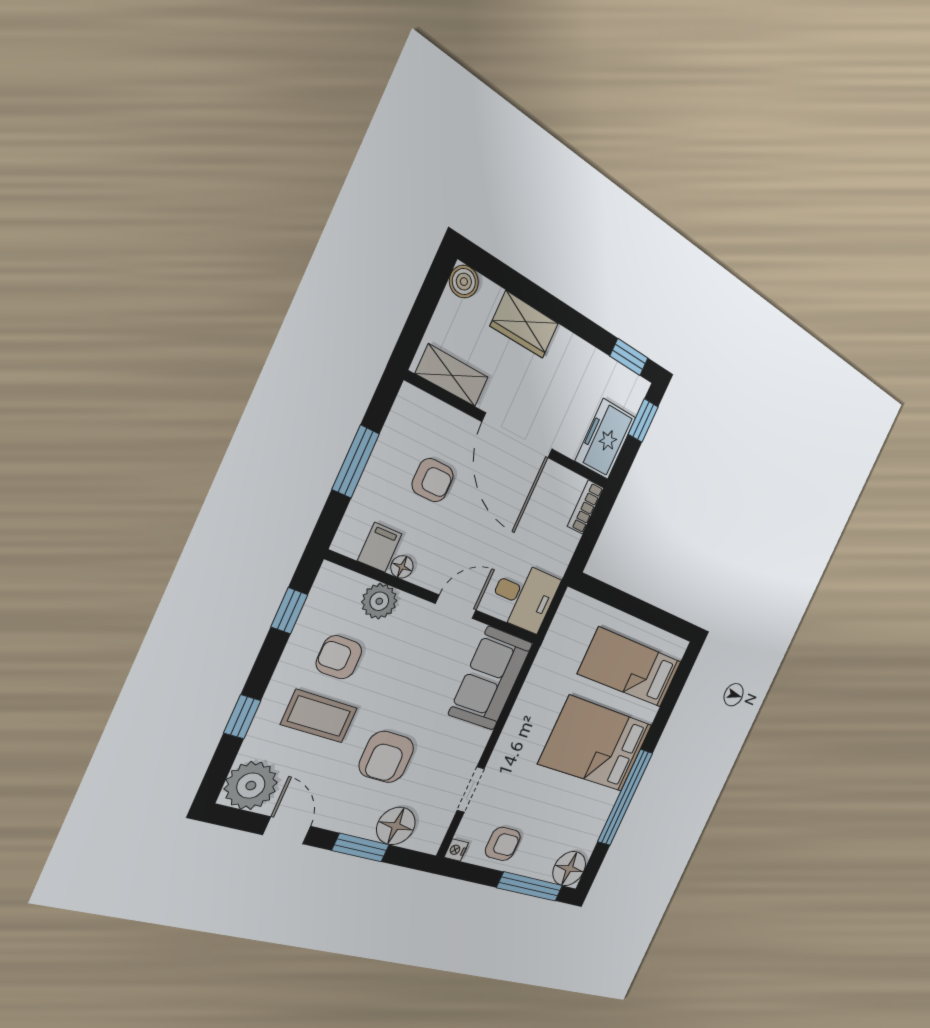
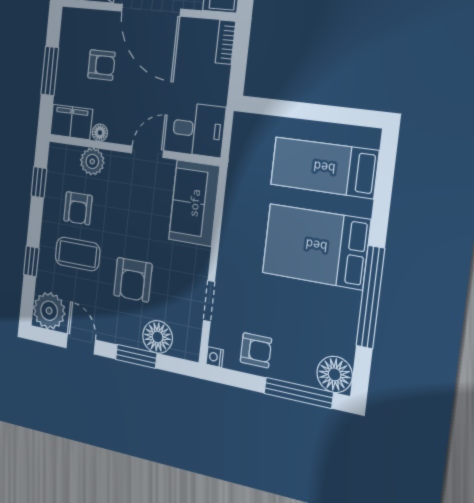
filing cabinet: (380, 547) -> (71, 122), width x2.00
armchair: (339, 657) -> (78, 208), turned -90

